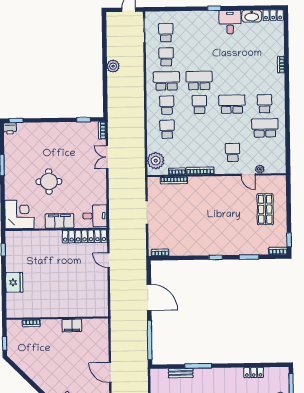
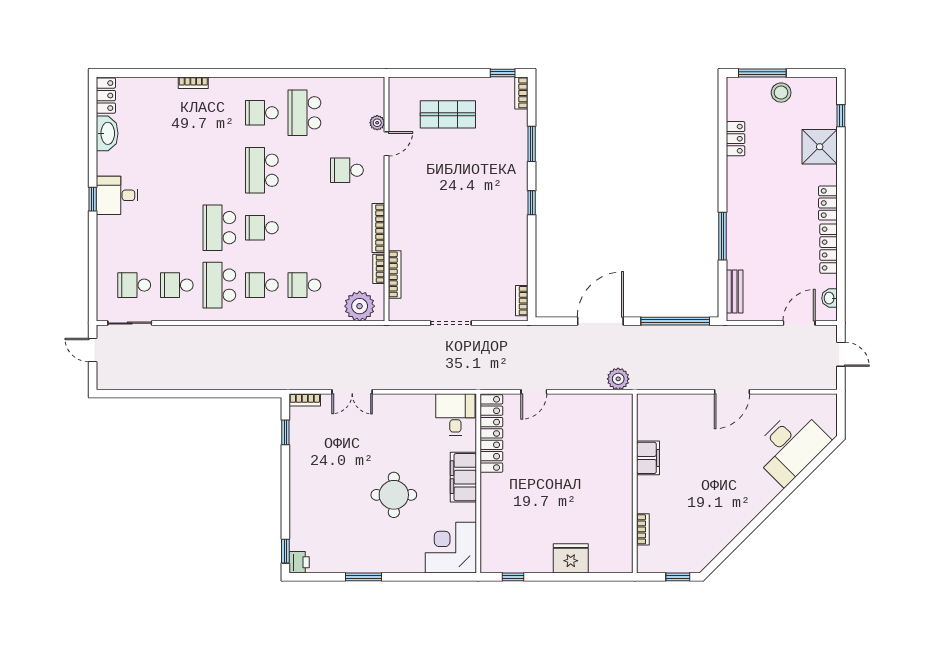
desk: (230, 22) -> (117, 195), moved
plant: (113, 66) -> (618, 379), moved
bench: (181, 373) -> (735, 291), moved

